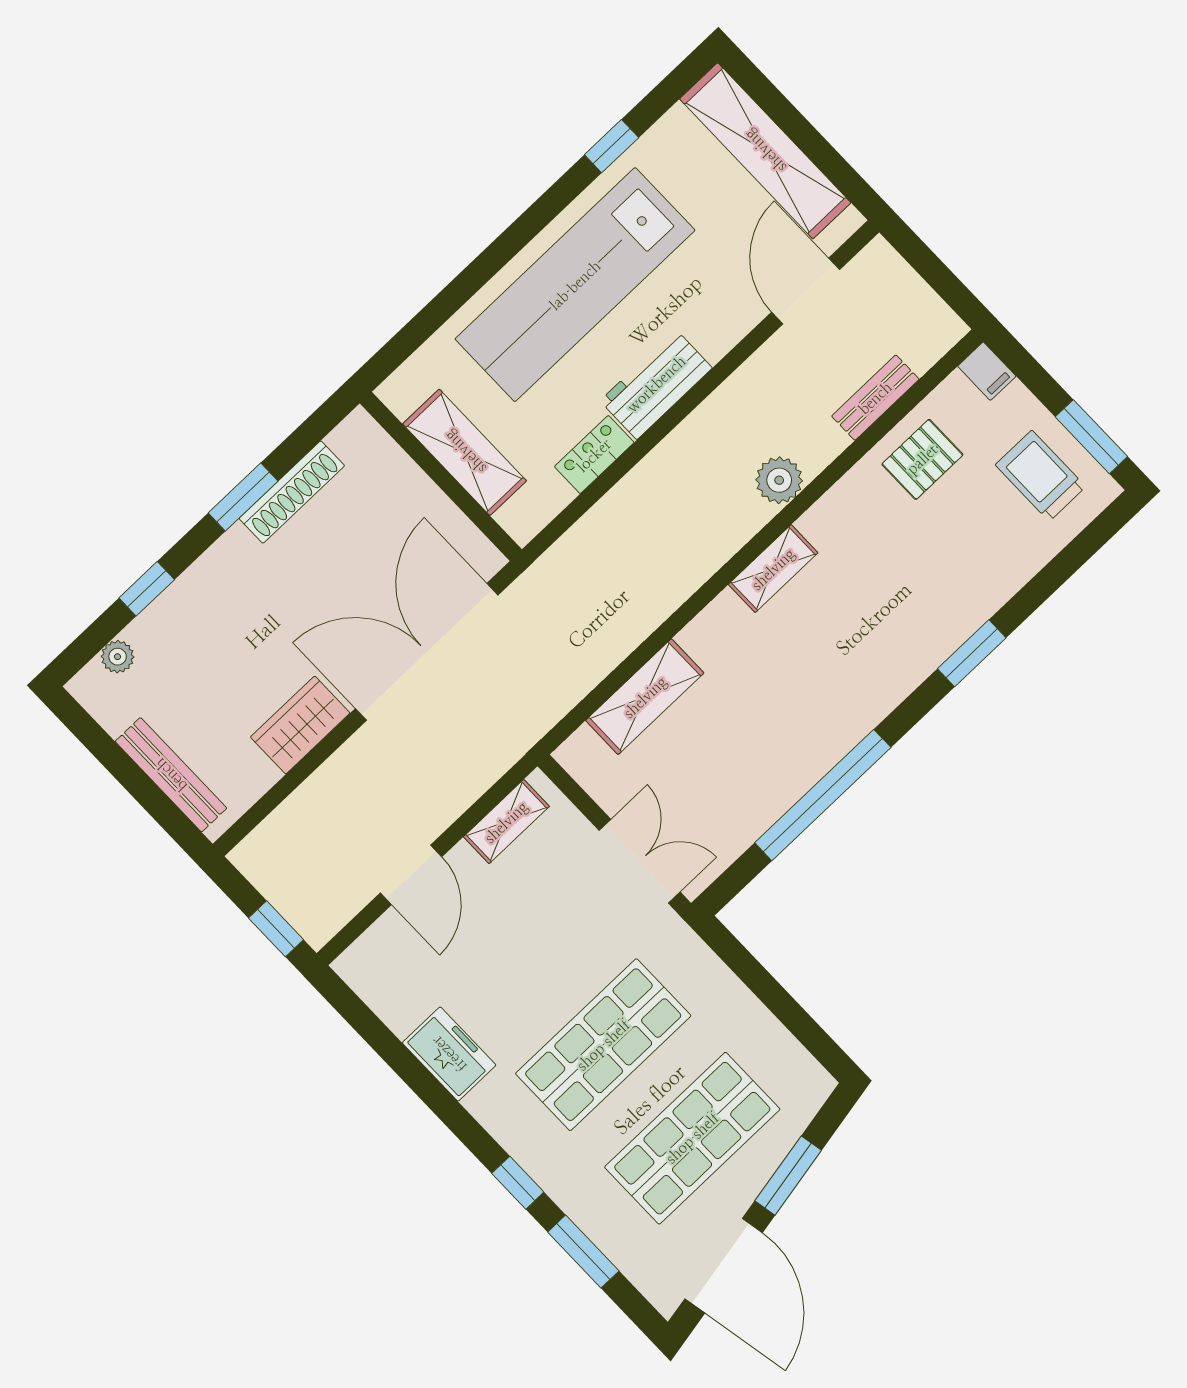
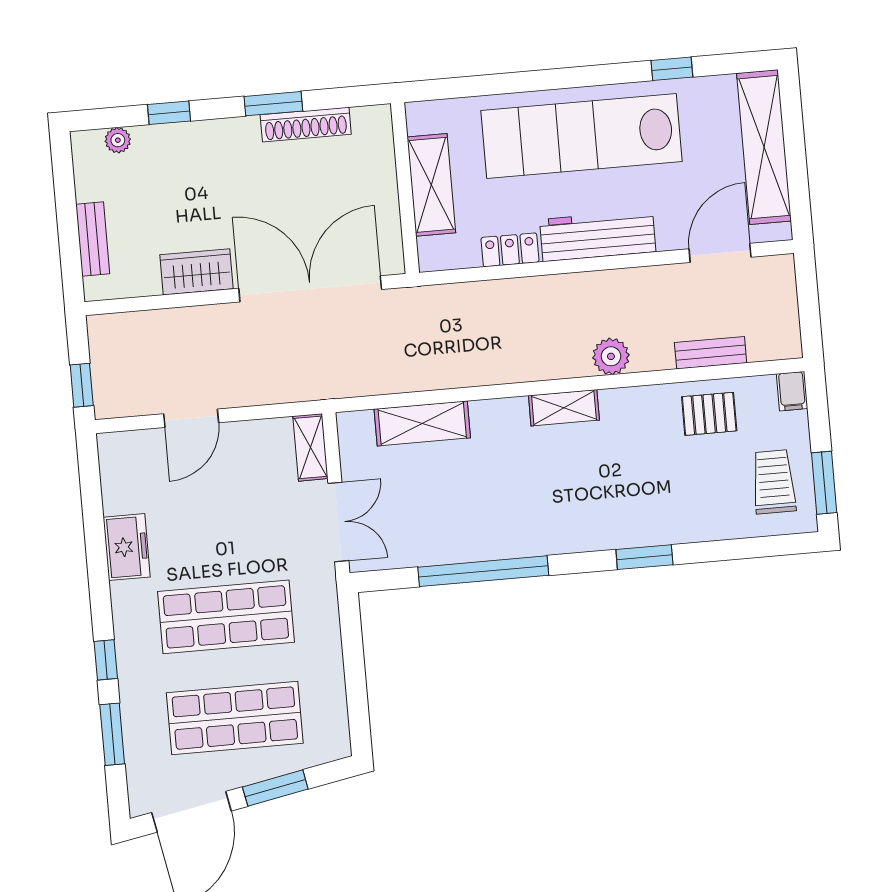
workbench: (656, 384) -> (598, 236), width x1.38
bench: (171, 775) -> (93, 239), width x0.73
shelving: (506, 822) -> (310, 447), moved, turned 90

